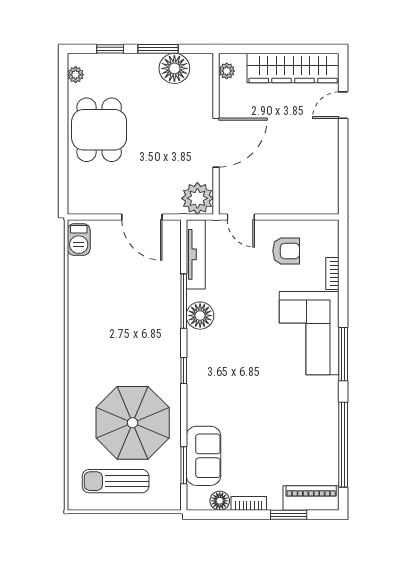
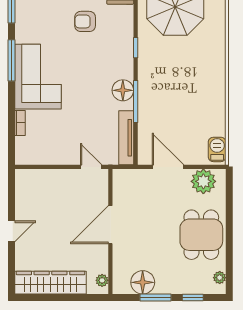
door: (343, 105) -> (12, 231), moved
plant: (197, 198) -> (203, 181), moved
armchair: (286, 251) -> (85, 21), moved

